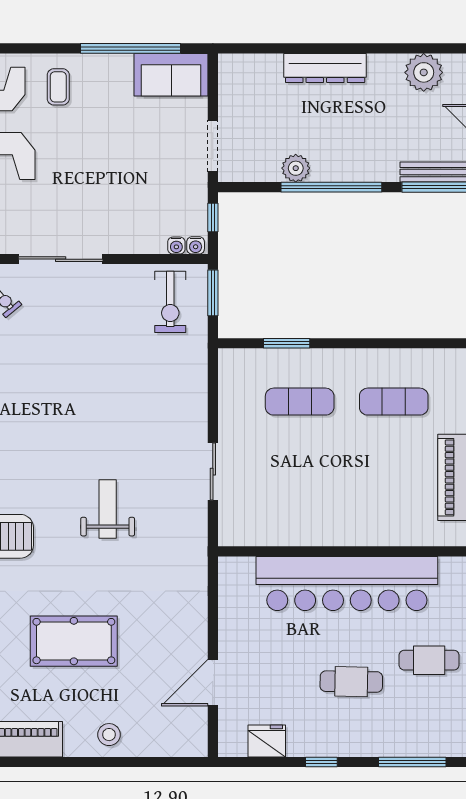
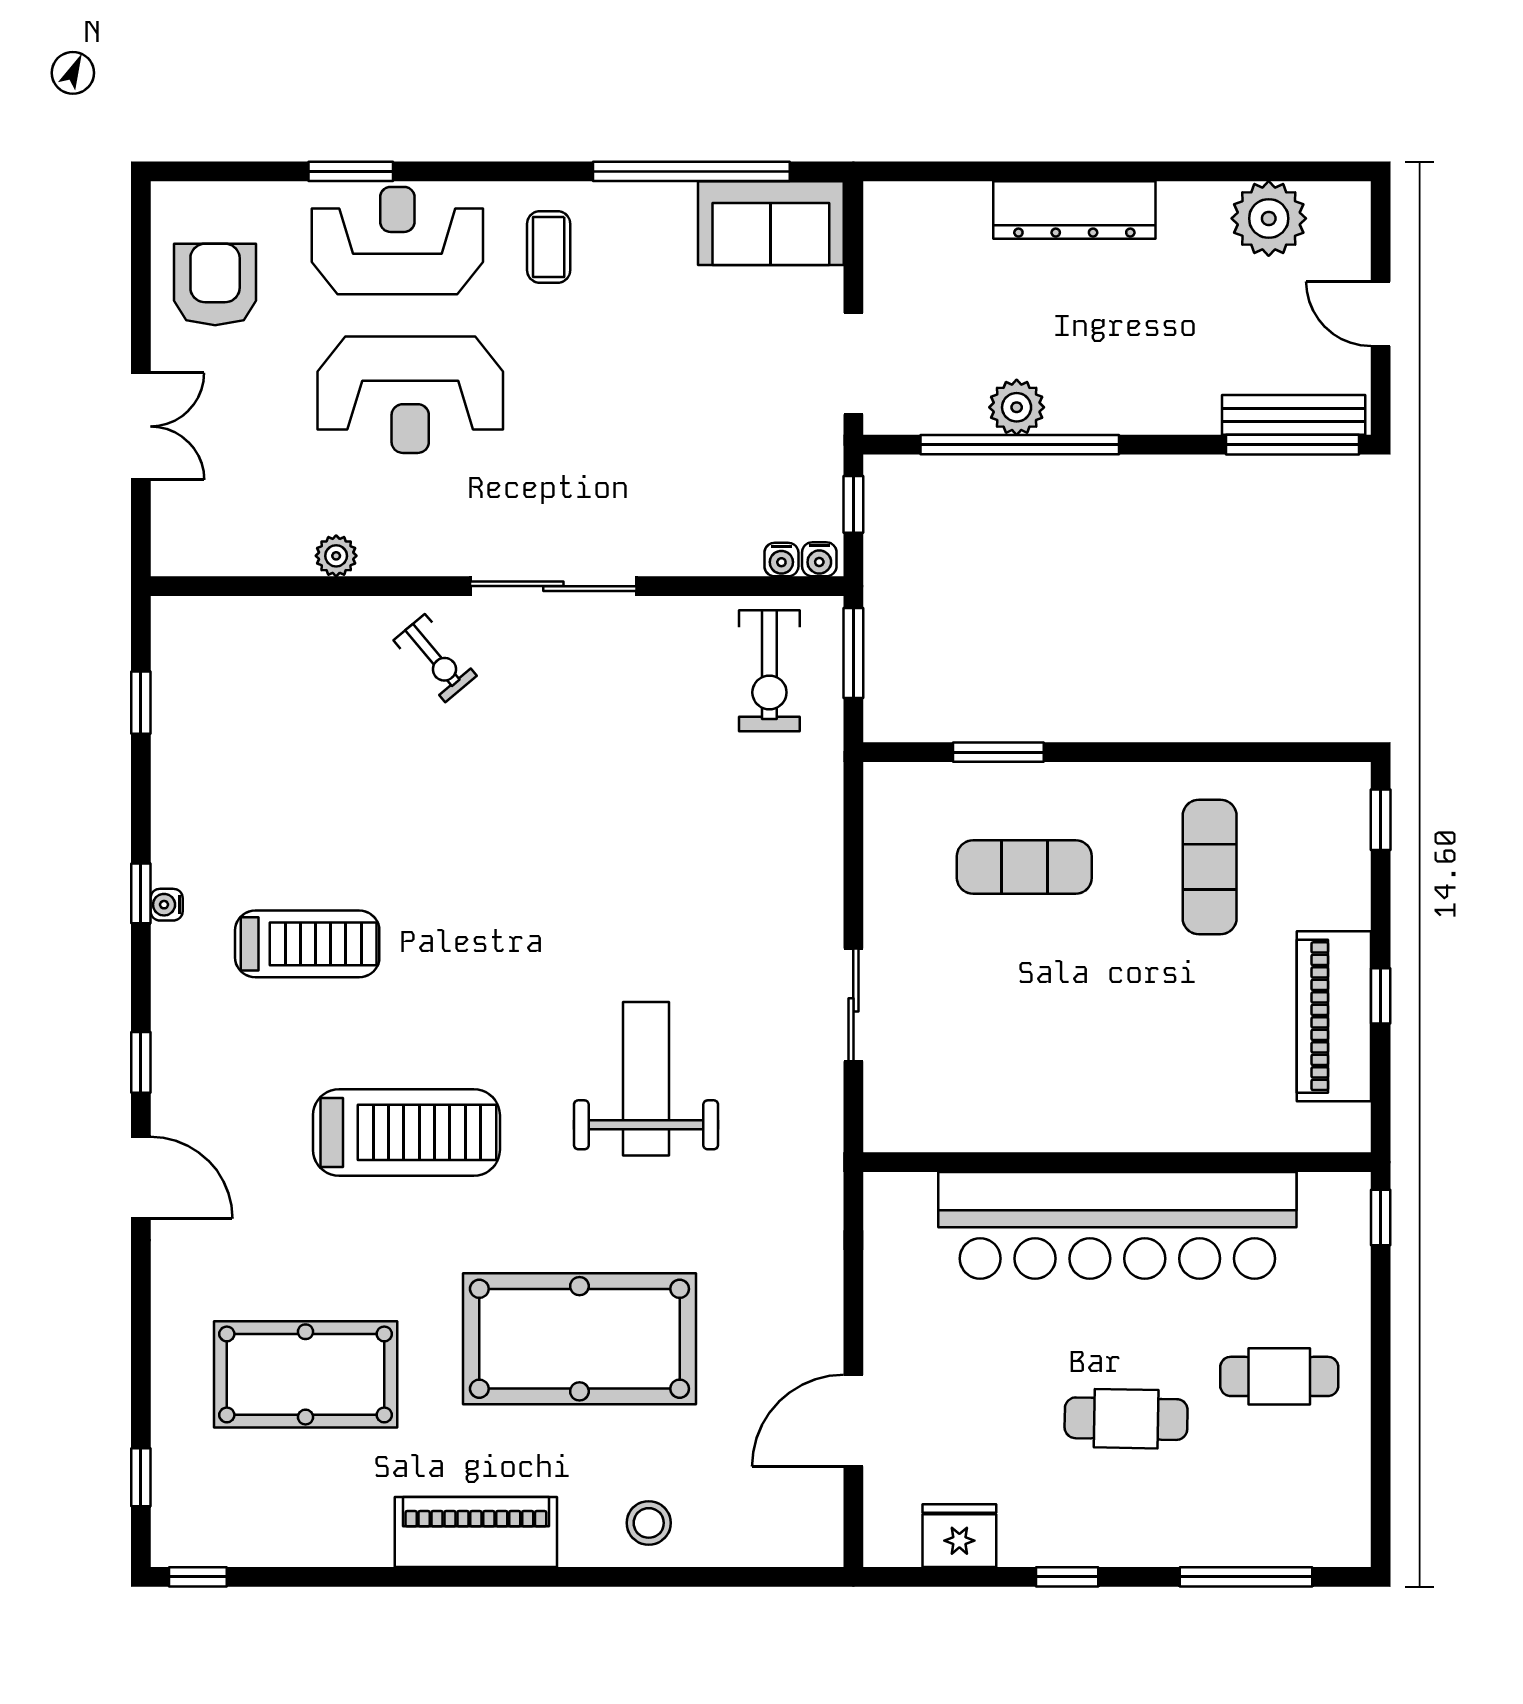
window: (331, 187) -> (1020, 445), moved
exercise mat: (394, 402) -> (1210, 867), turned 90
weight bench: (108, 509) -> (646, 1079), width x1.36, depth x1.33
pool table: (74, 641) -> (579, 1339), width x1.36, depth x1.32

